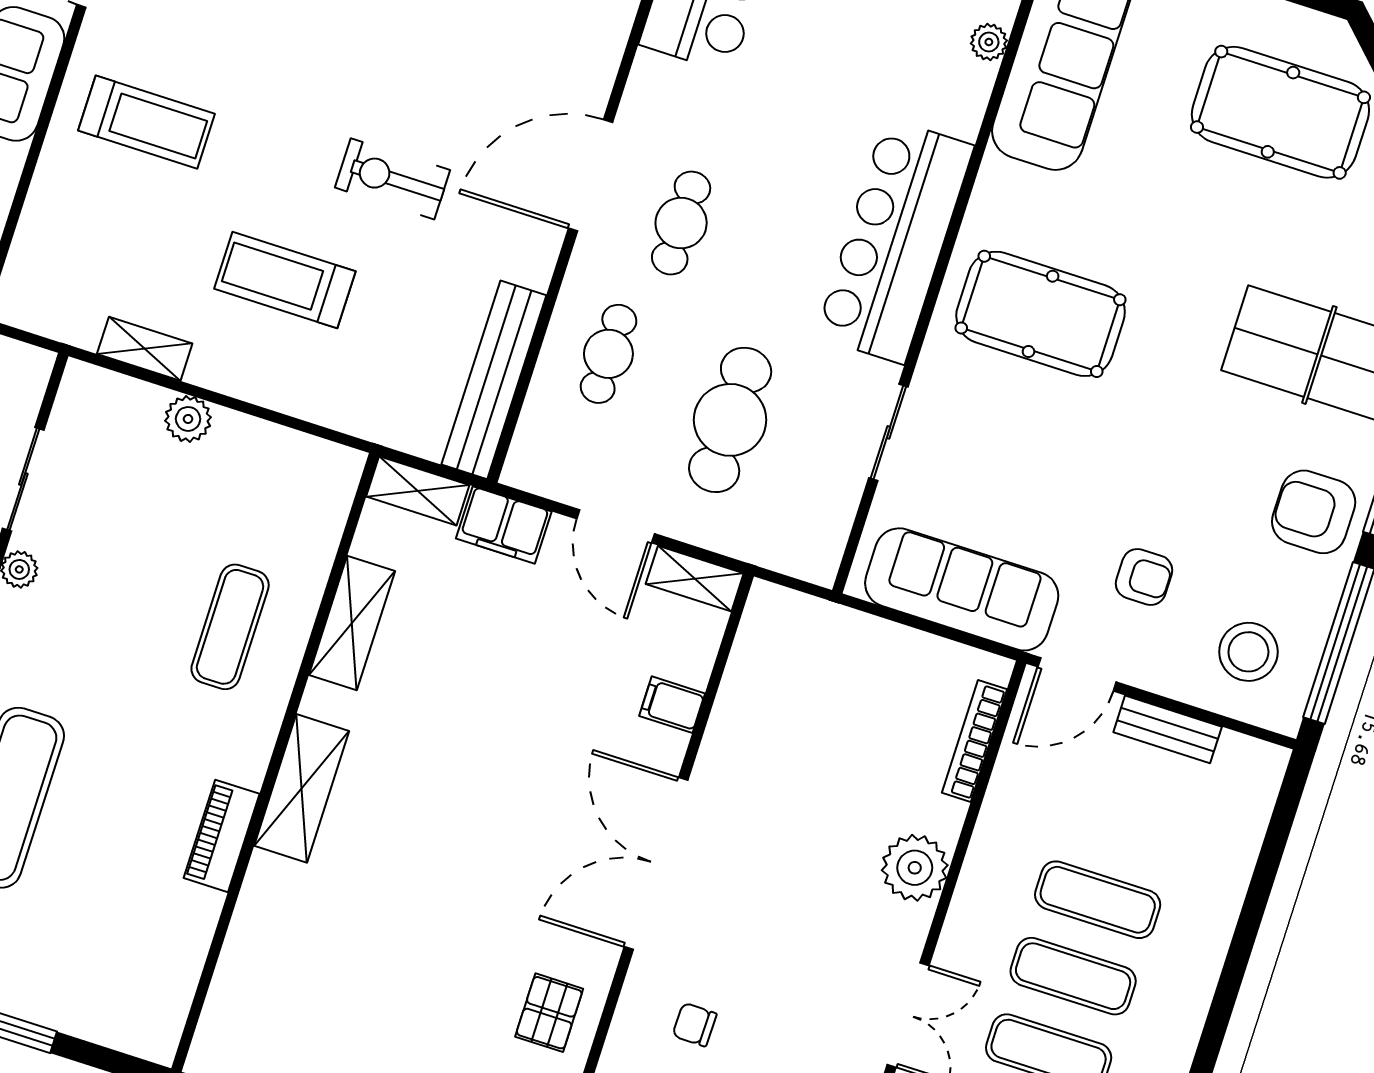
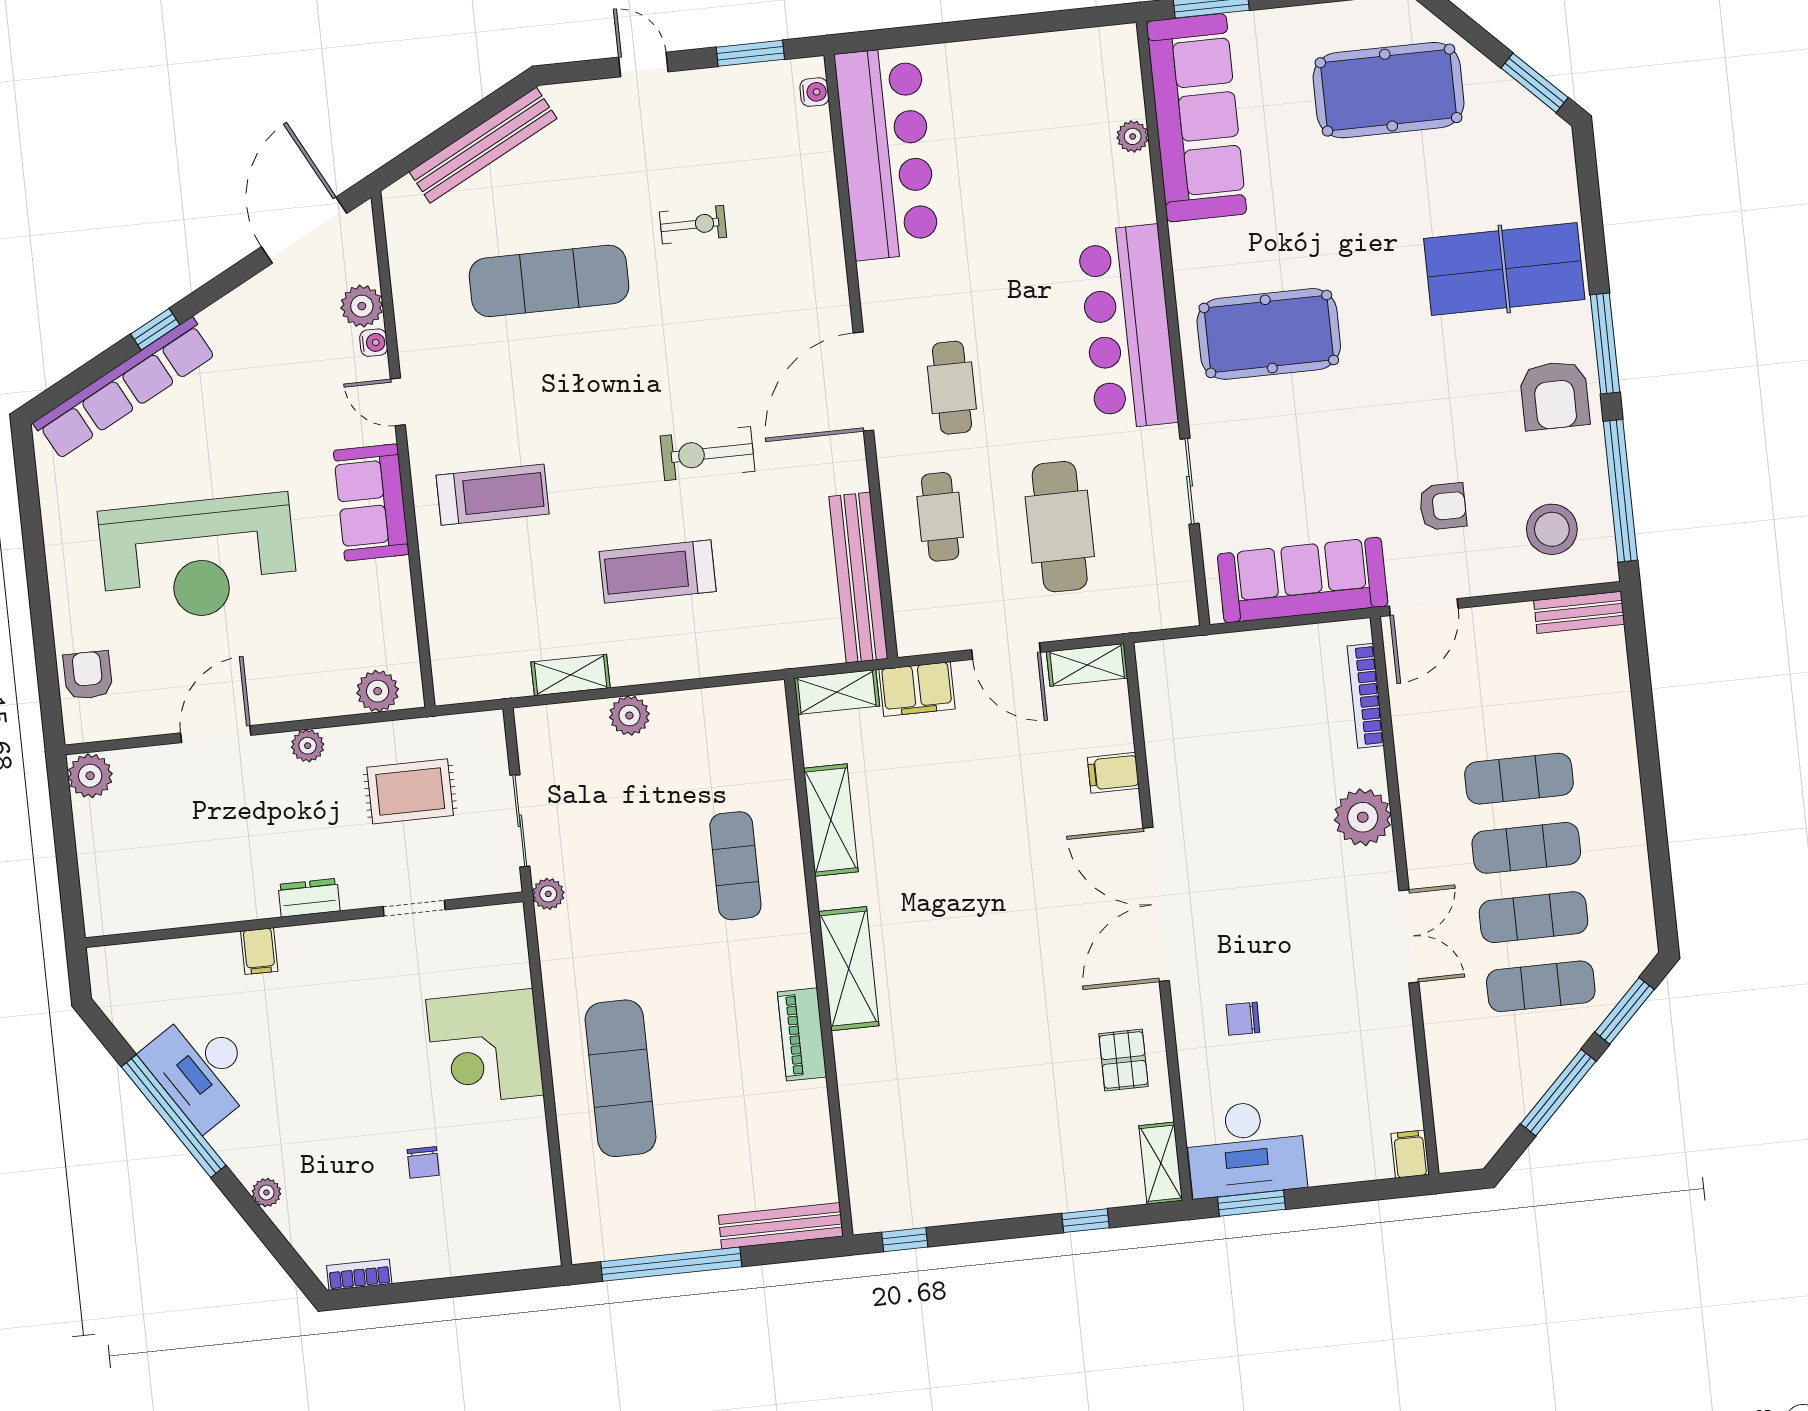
armchair: (1314, 512) -> (1555, 395), turned -90
bench: (1168, 729) -> (1579, 612), moved
bench: (110, 1028) -> (781, 1226), added

